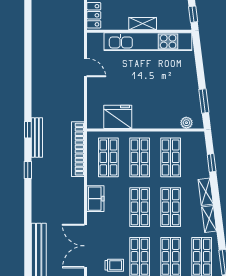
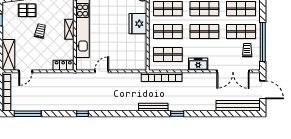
fridge: (118, 117) -> (138, 24), moved
window: (28, 130) -> (82, 114), moved

